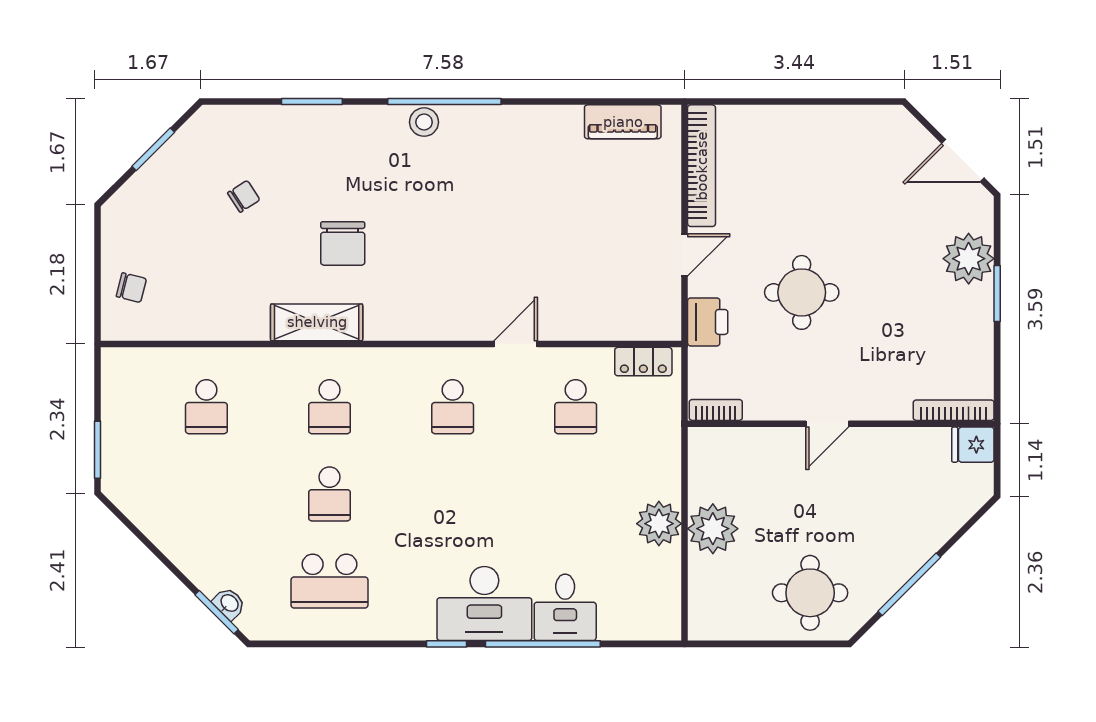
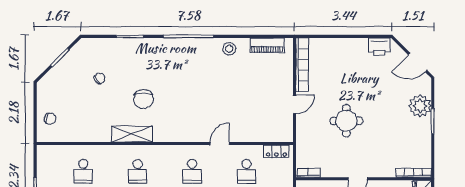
stool: (424, 122) -> (229, 49), moved
printer: (708, 322) -> (379, 47), moved, turned 90

